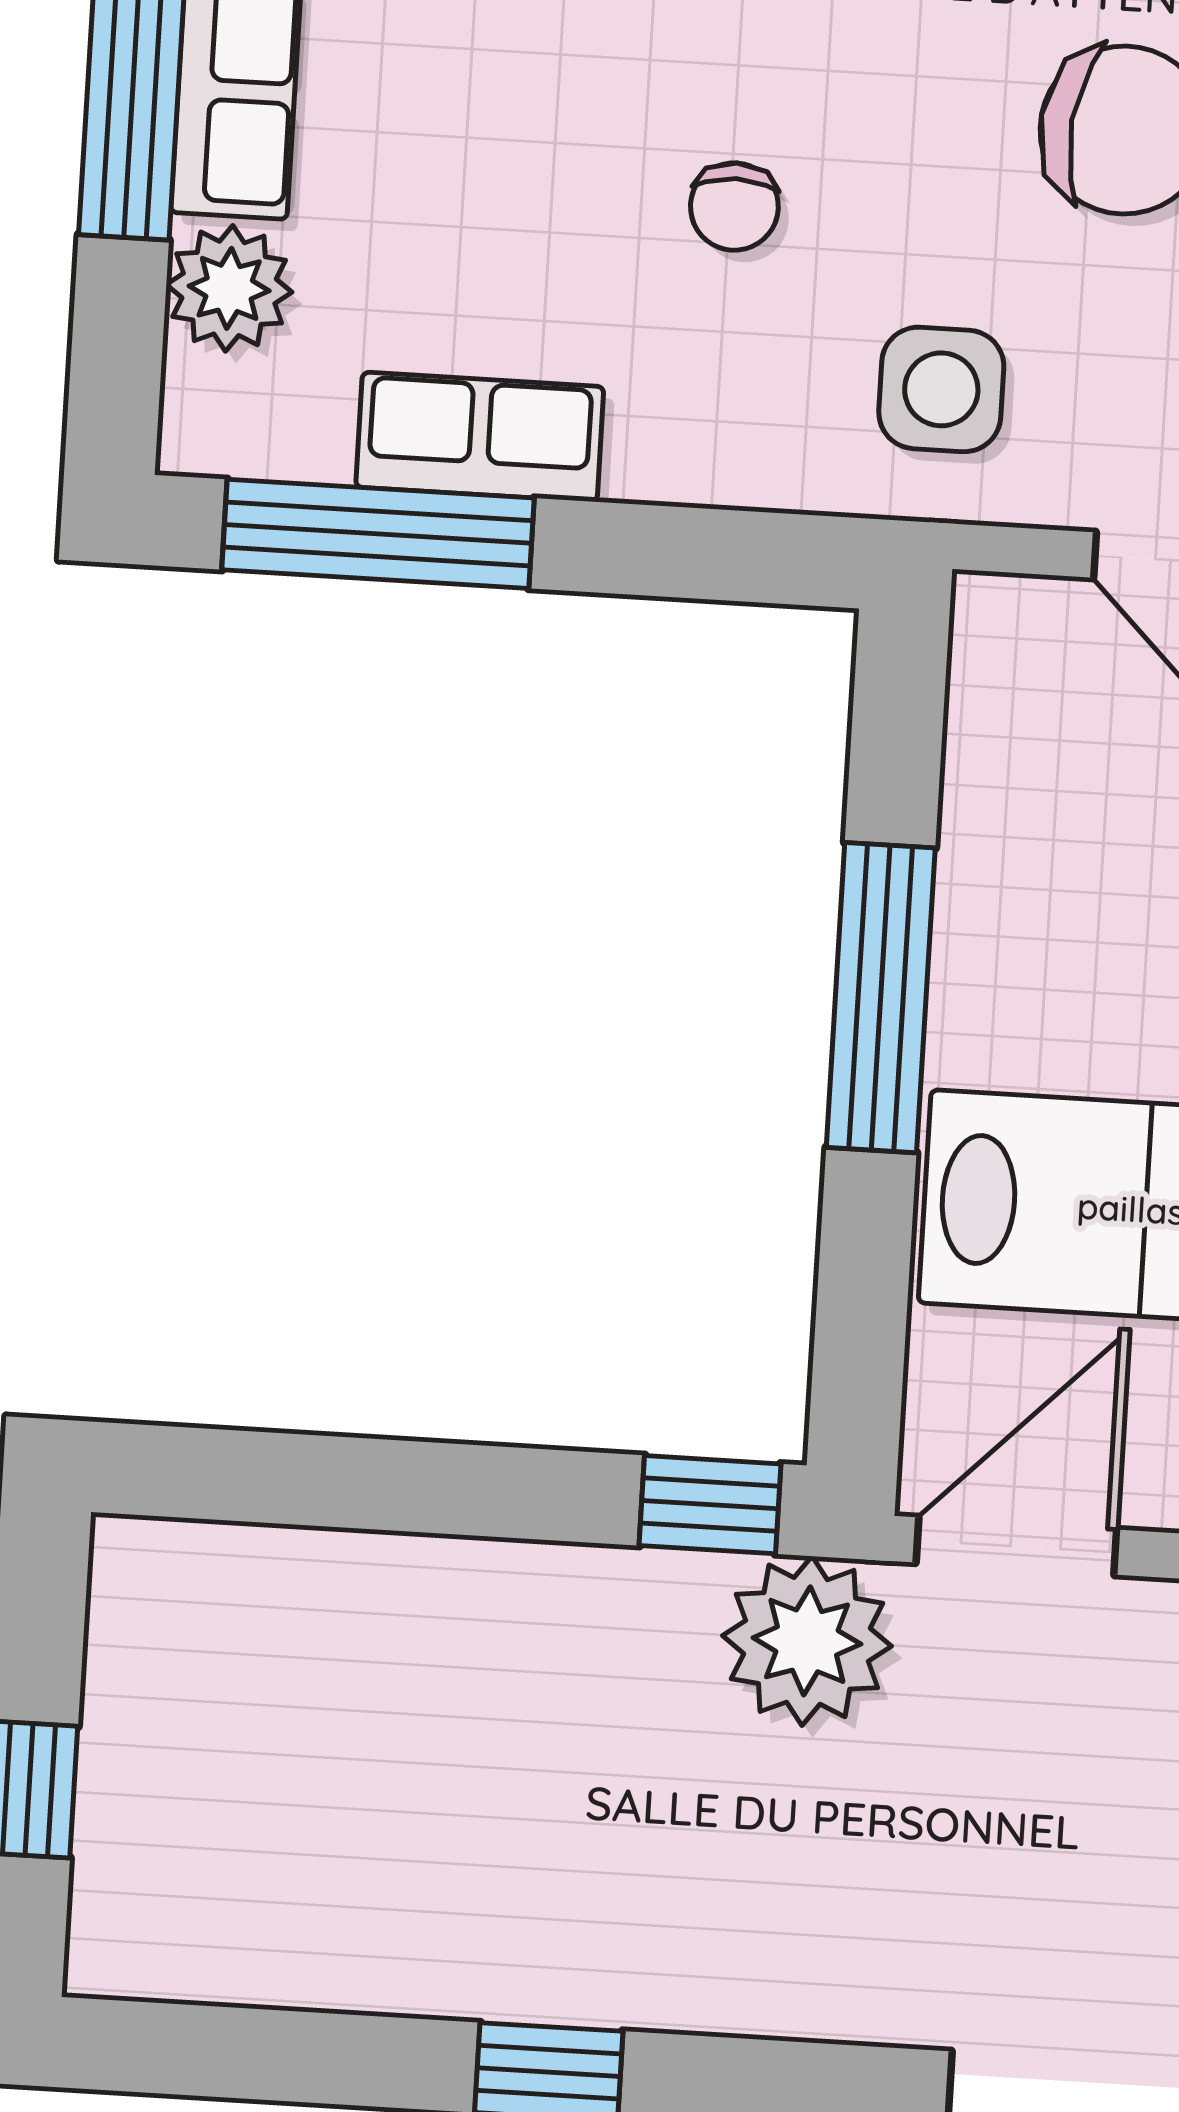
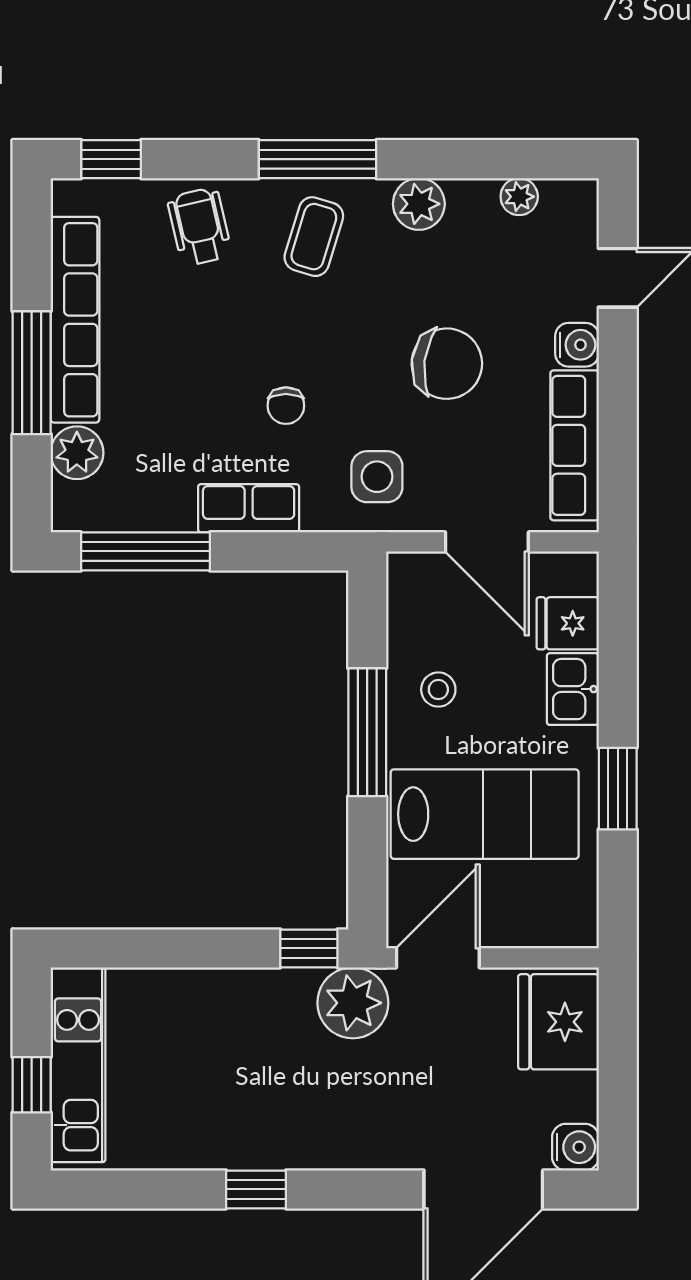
row of seats: (480, 437) -> (249, 508), moved
stool: (1057, 906) -> (438, 690), added
kitchen unit: (142, 1749) -> (78, 1065), added

